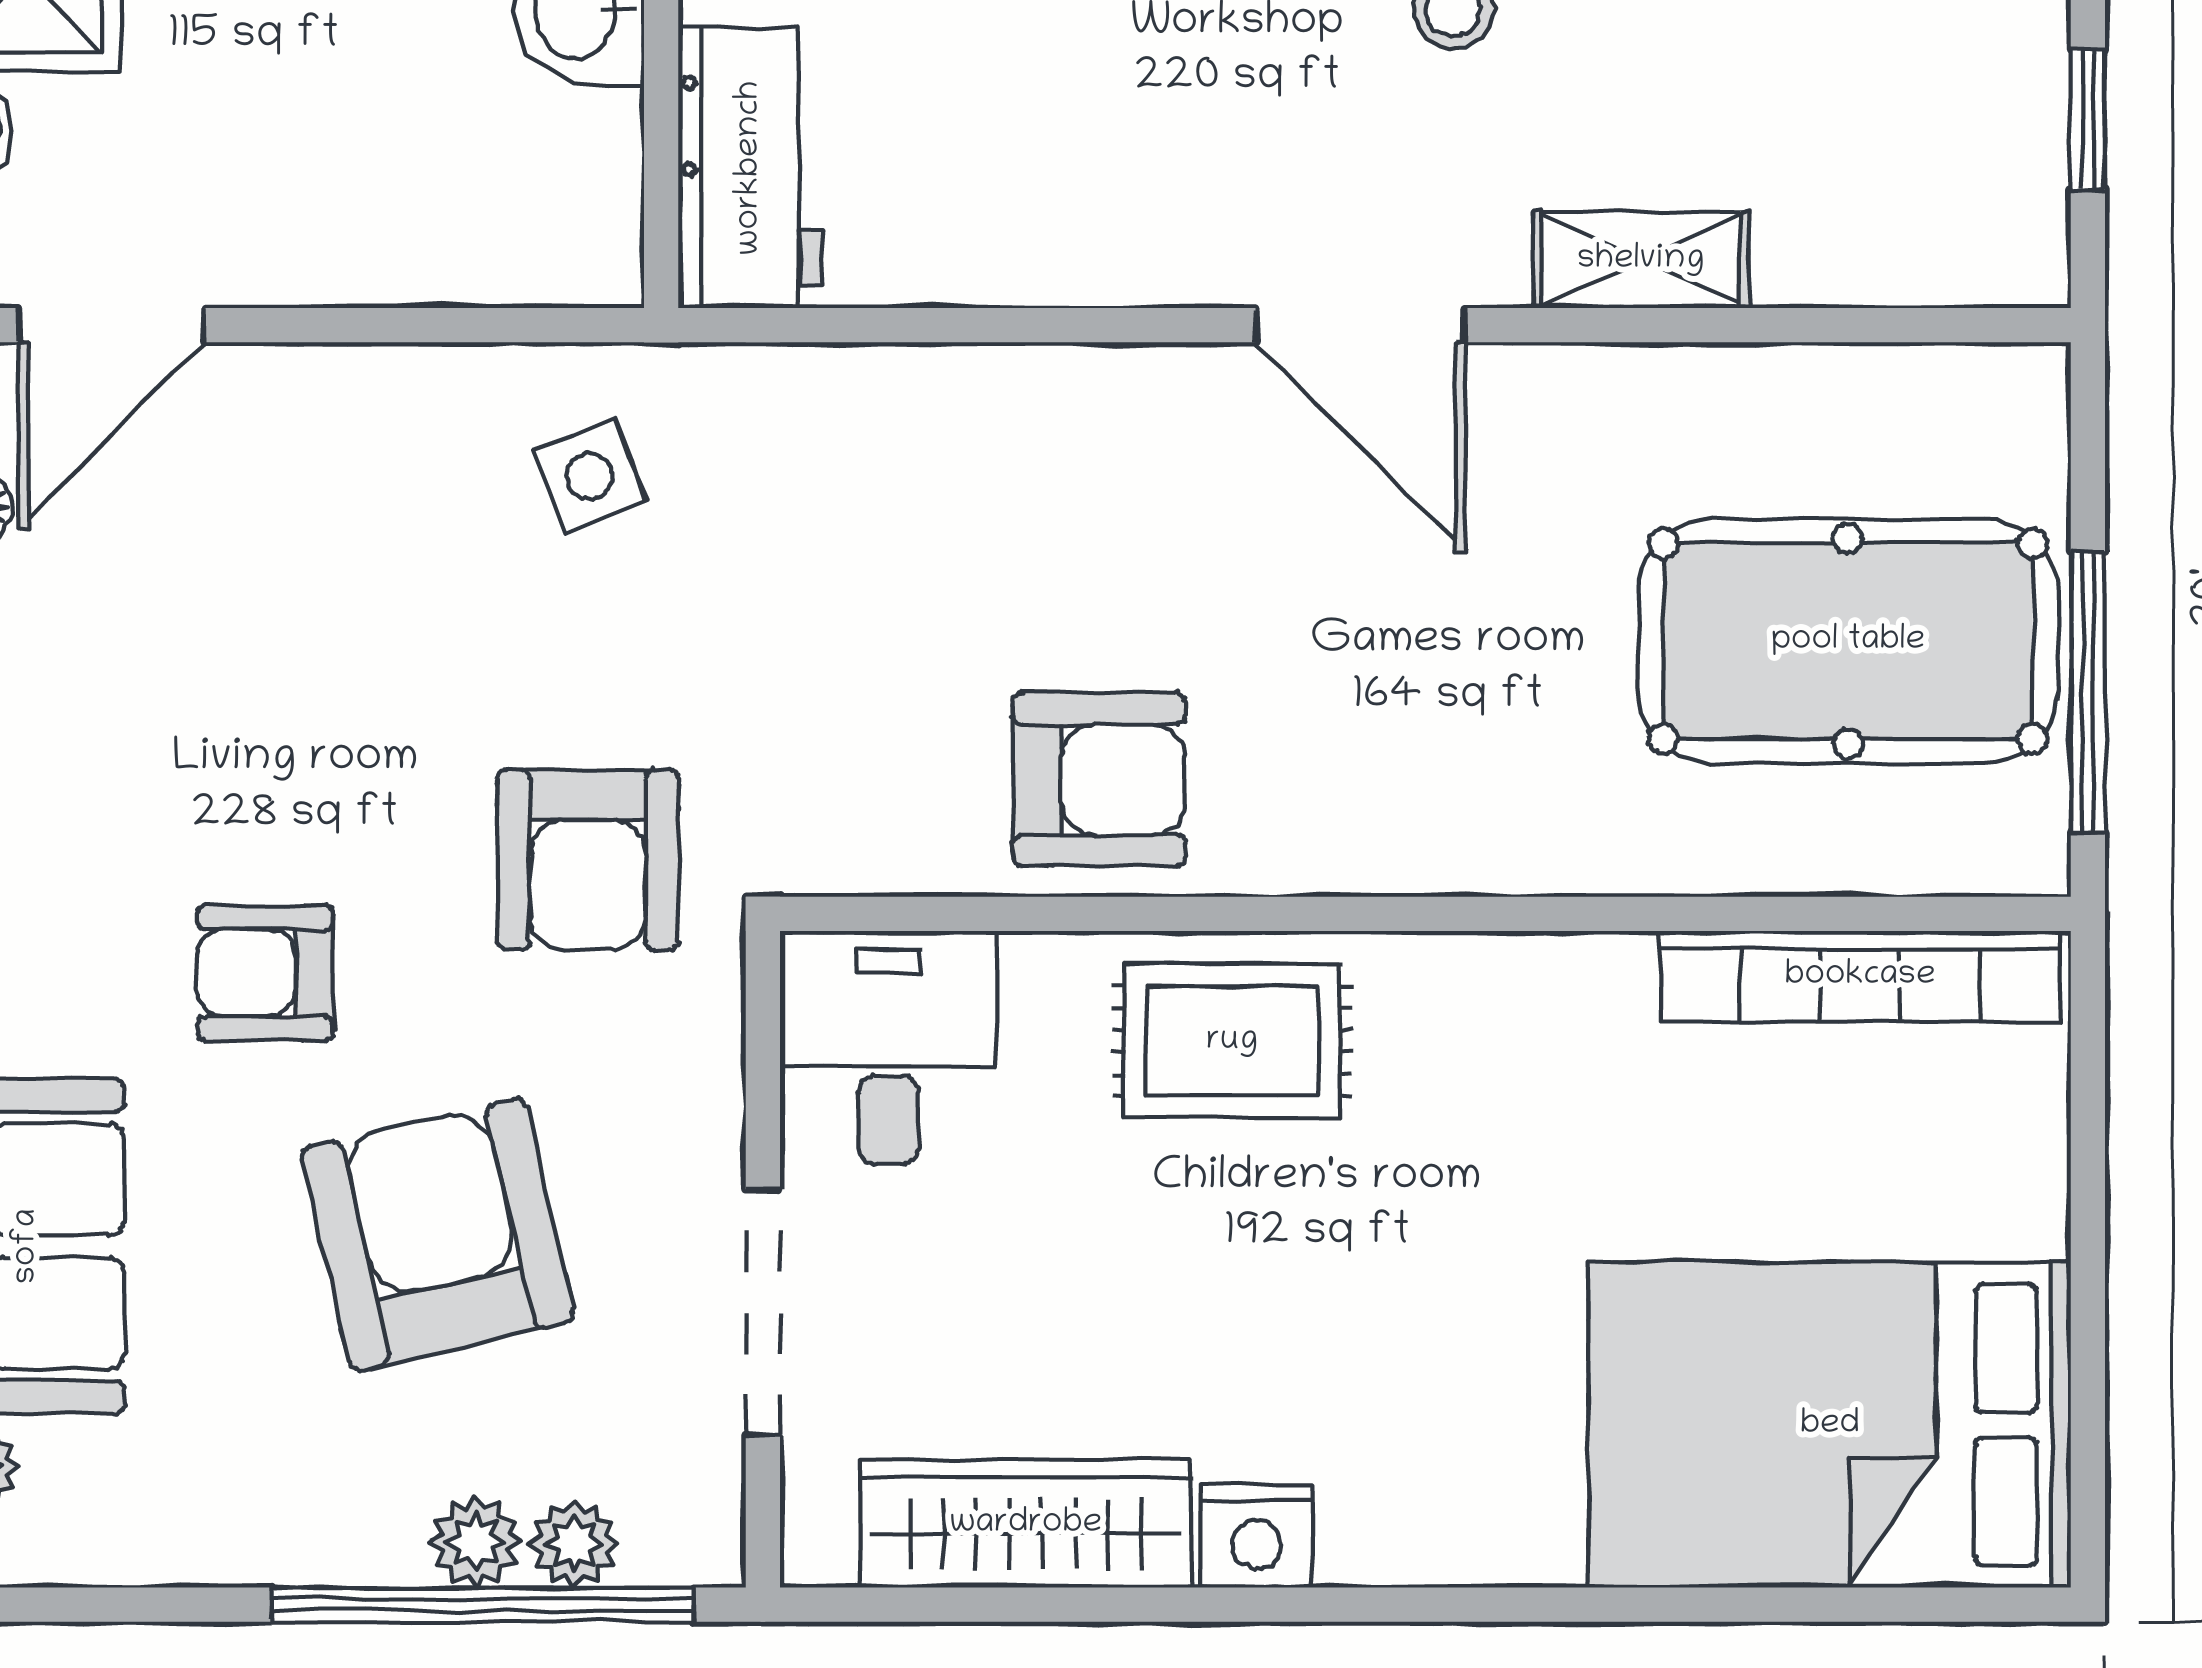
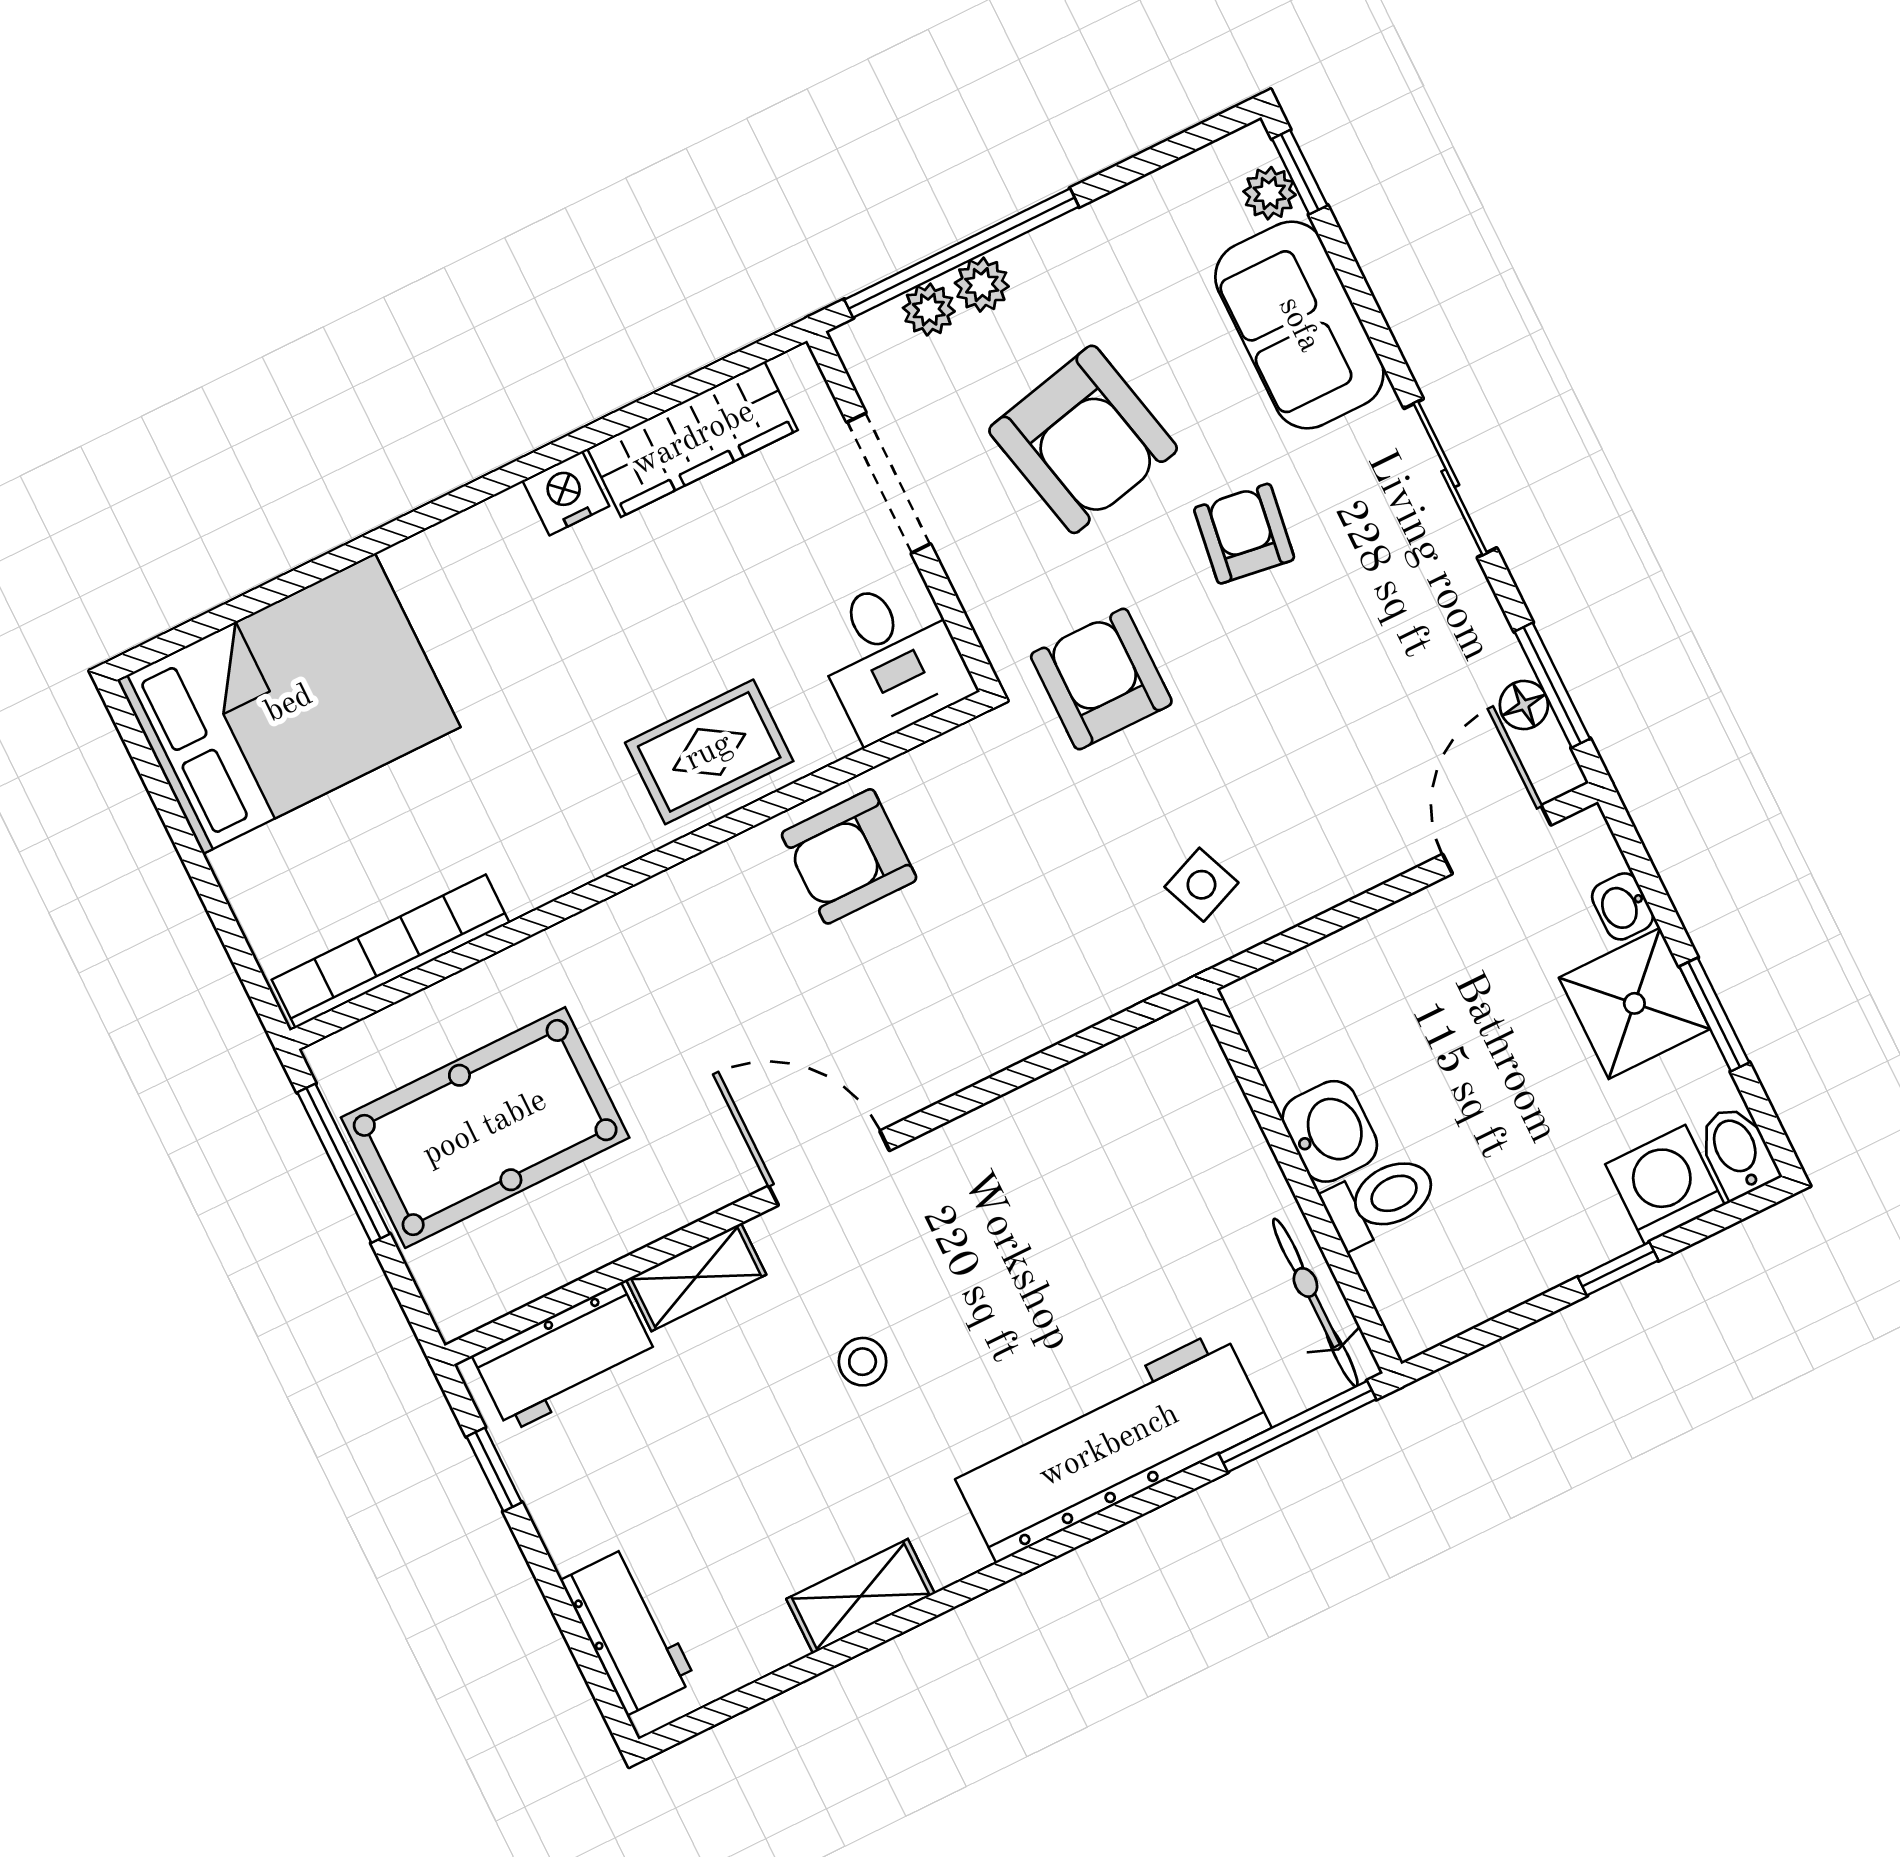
workbench: (750, 168) -> (565, 1357), moved, turned -90
armchair: (265, 973) -> (1244, 534), turned -82

